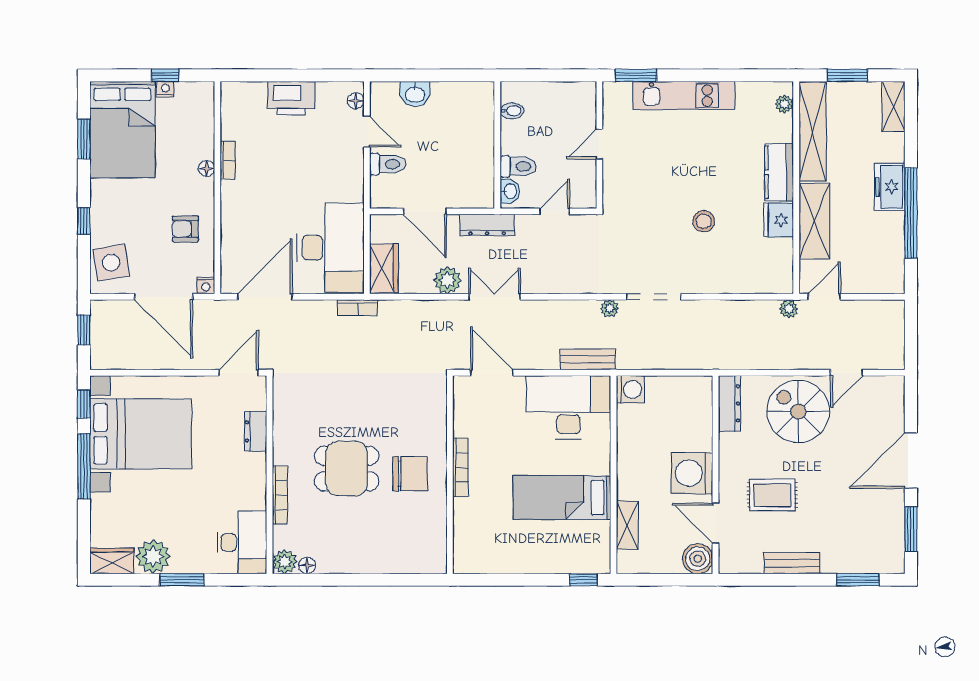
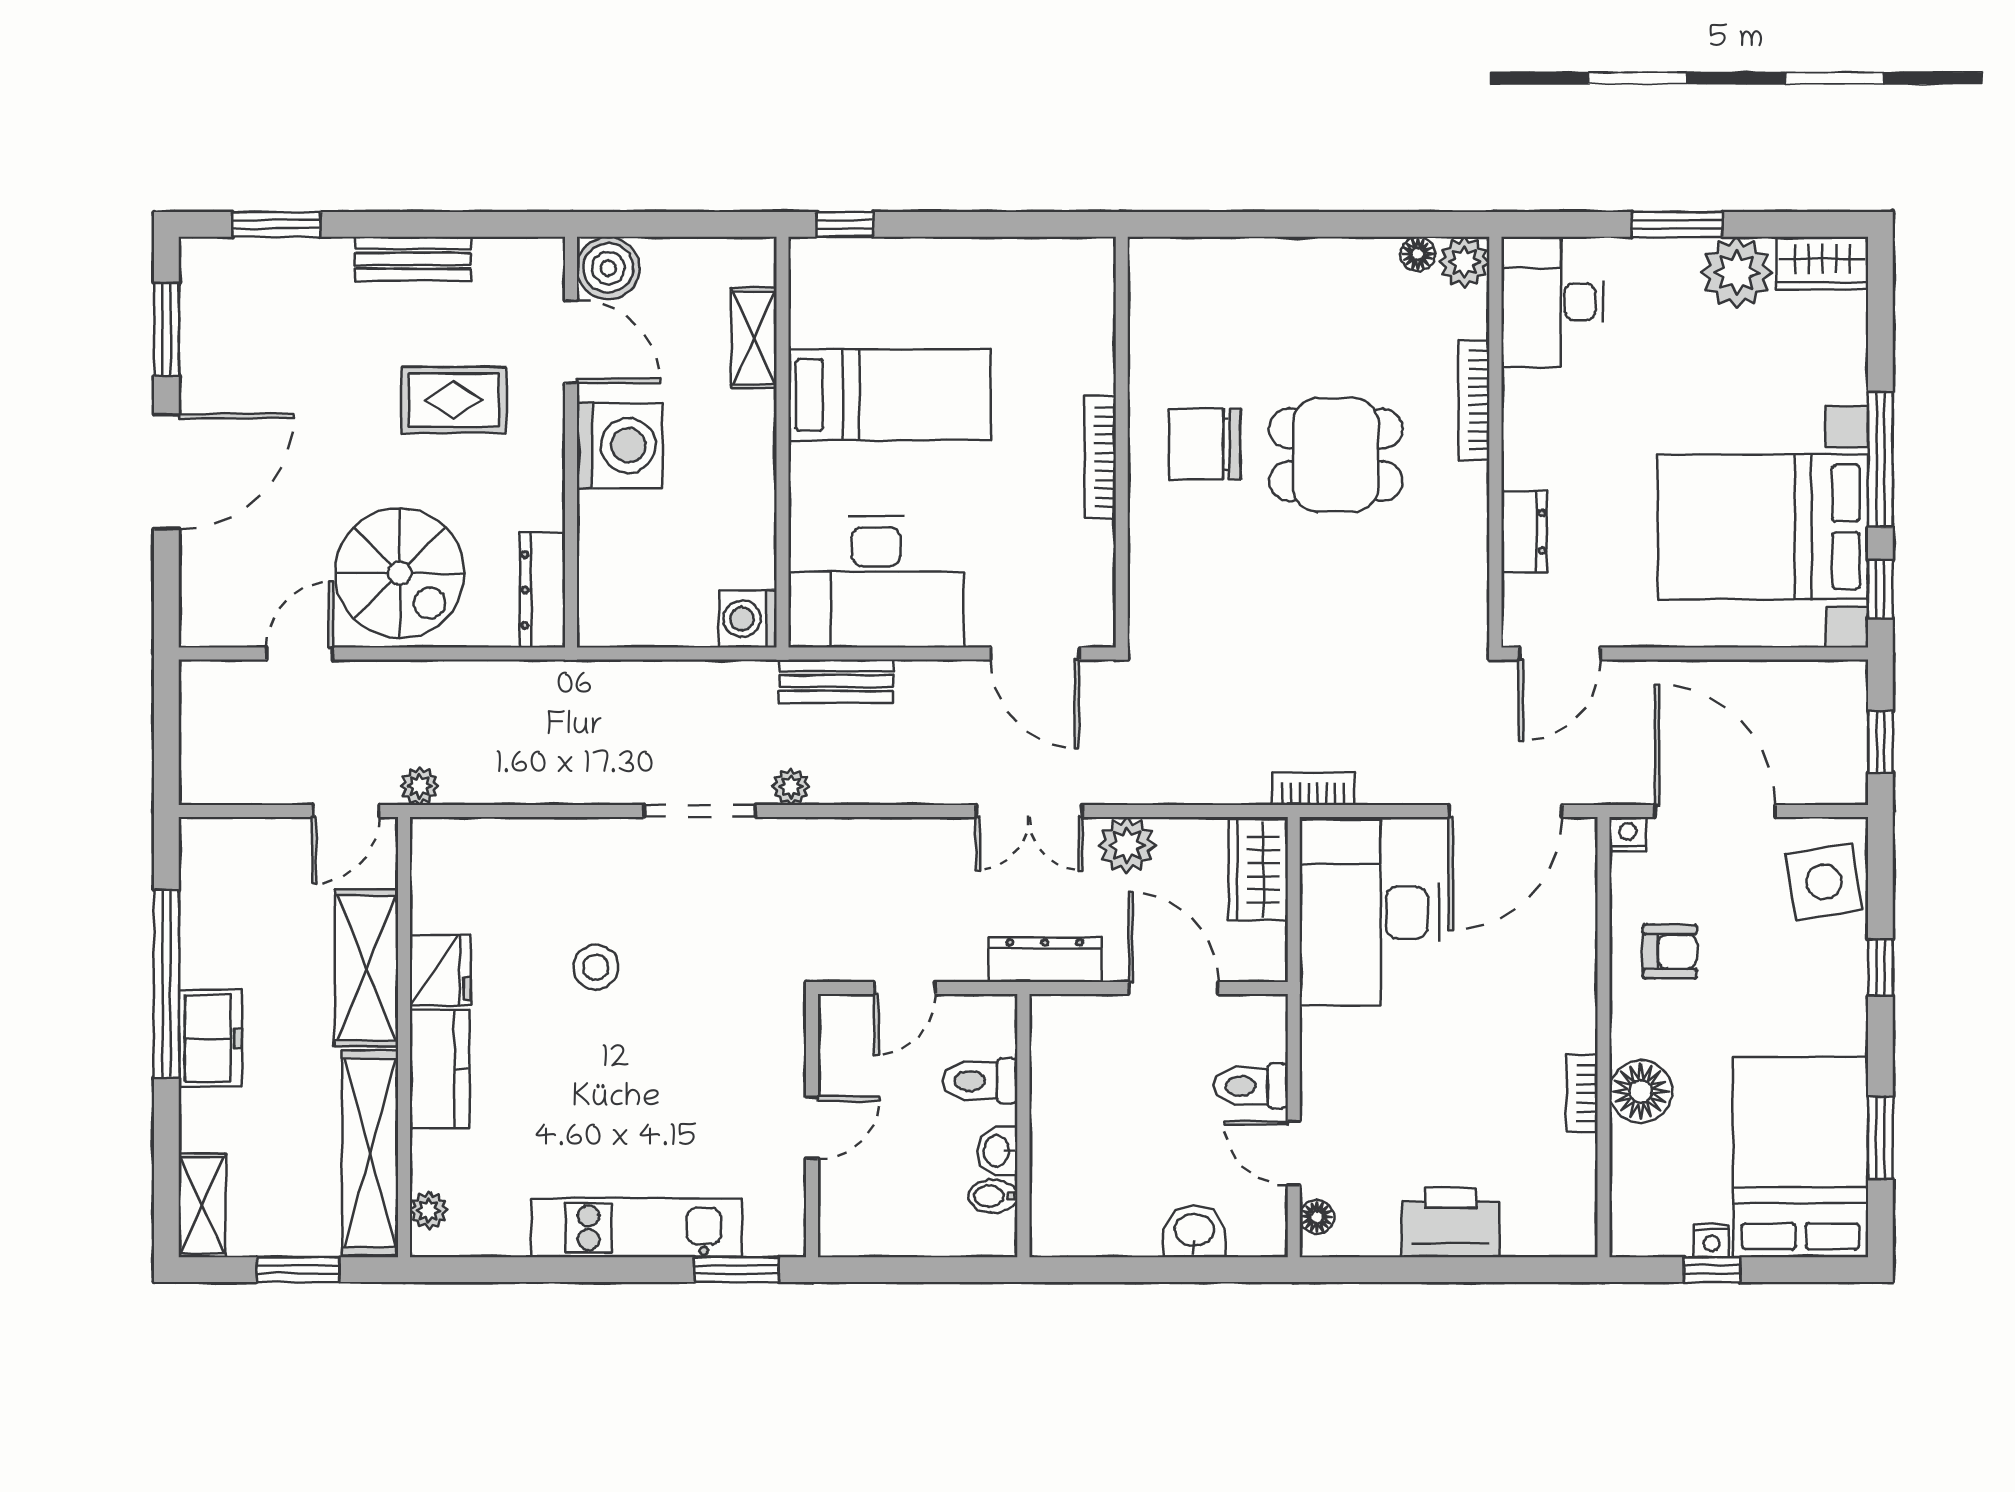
floor lamp: (207, 168) -> (1641, 1091), width x1.89, depth x1.89
washbasin: (510, 191) -> (998, 1151), moved

